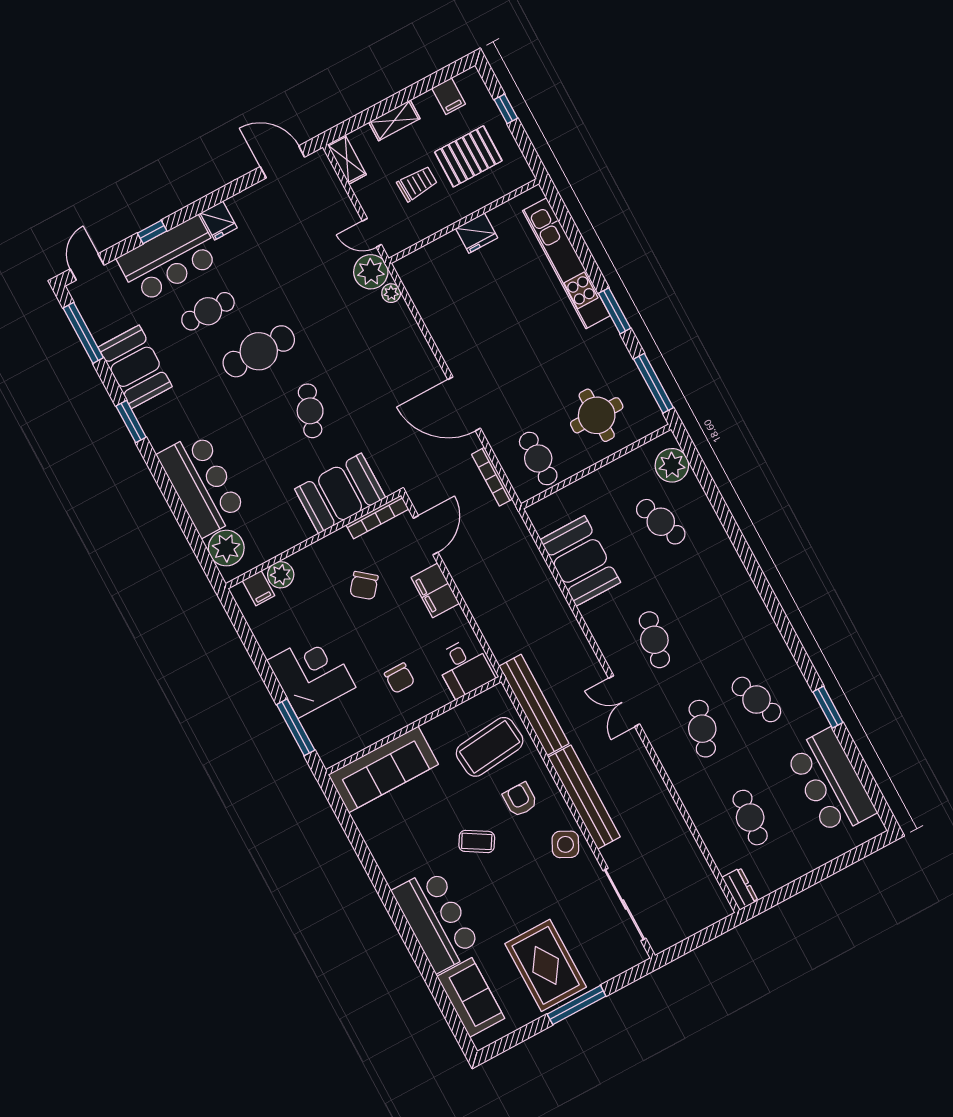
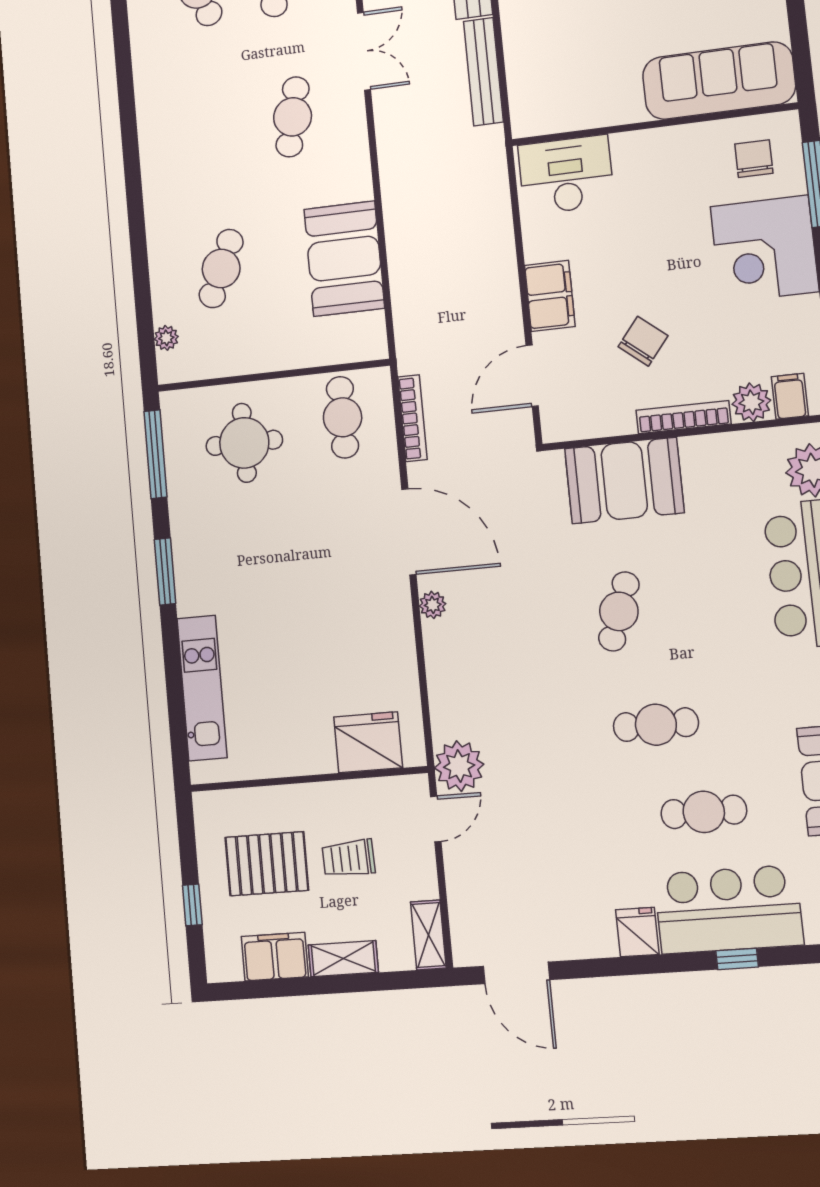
filing cabinet: (449, 96) -> (275, 957), width x2.00
door: (372, 233) -> (436, 819), hinge flipped
fridge: (477, 233) -> (368, 742), moved, width x1.36, depth x1.34
kitchen unit: (566, 263) -> (202, 688), width x0.73
plant: (391, 293) -> (433, 605), moved
cafe table: (259, 351) -> (656, 725), width x0.73, depth x0.74
plant: (672, 465) -> (166, 338), width x0.53, depth x0.53
bookcase: (377, 517) -> (684, 417), moved
cafe table: (661, 522) -> (221, 269), turned 45
desk: (464, 668) -> (566, 175), width x1.37
chair: (399, 678) -> (754, 159), moved
bench: (534, 705) -> (483, 72), width x0.73, depth x0.82
coffee table: (490, 747) -> (564, 57), removed

